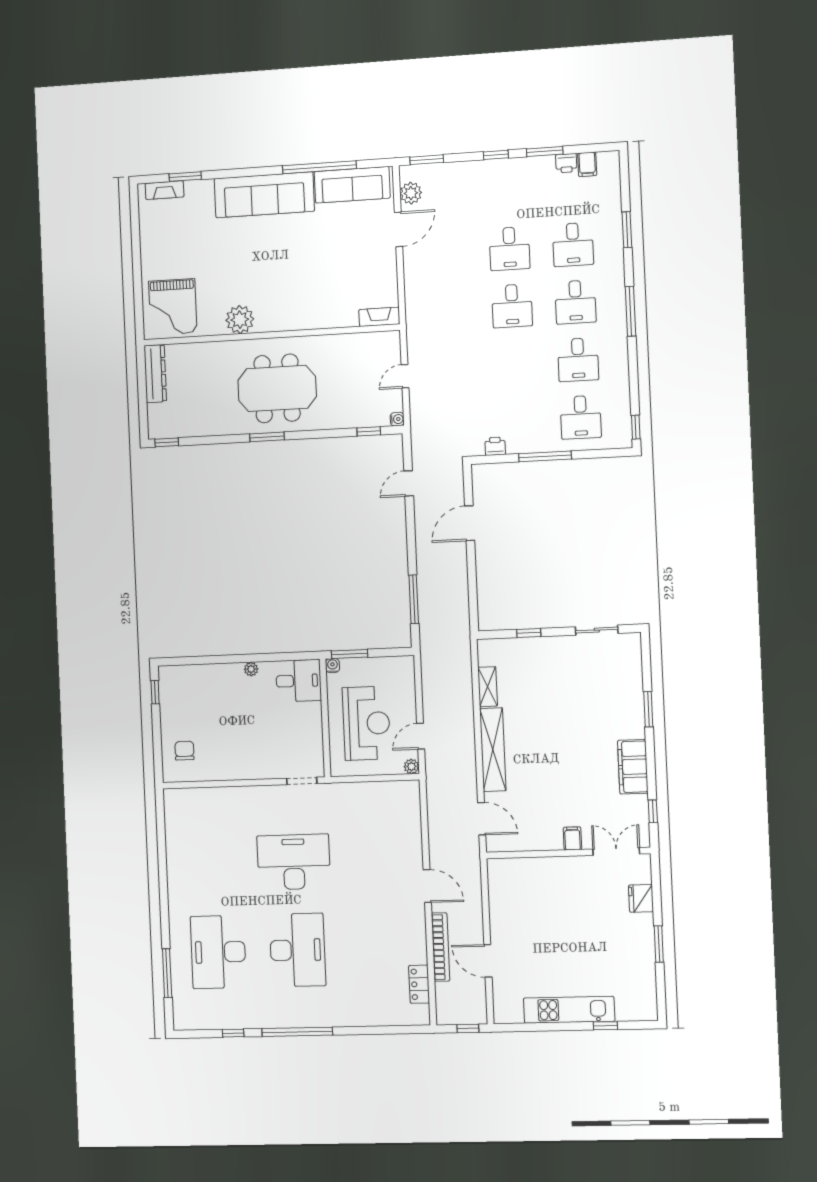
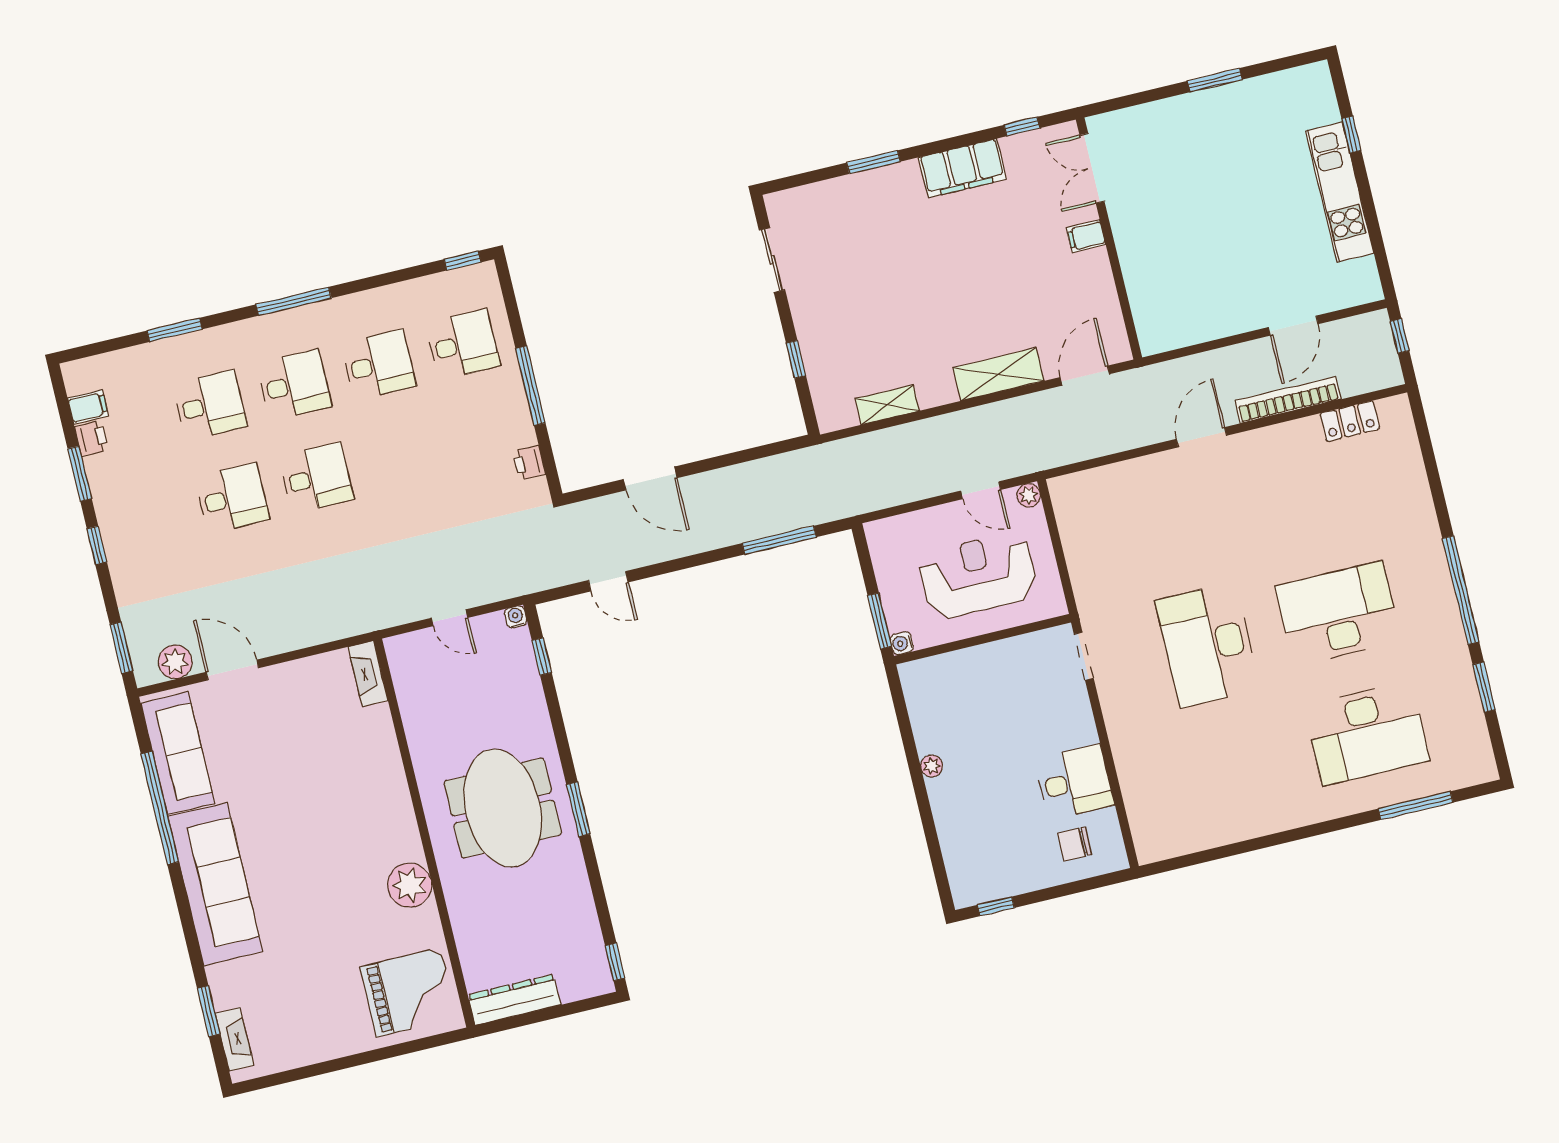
desk: (299, 681) -> (1074, 782), moved, turned 90
shelving: (493, 750) -> (998, 374), width x0.68
fridge: (641, 898) -> (1153, 119), removed
window: (233, 1033) -> (1484, 687), width x1.50

